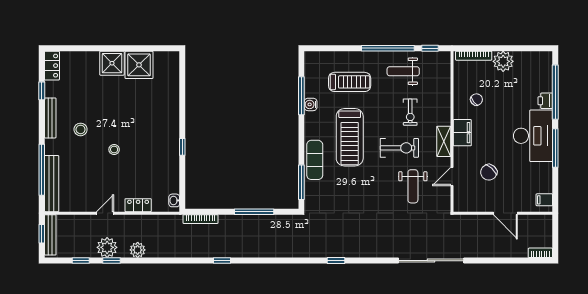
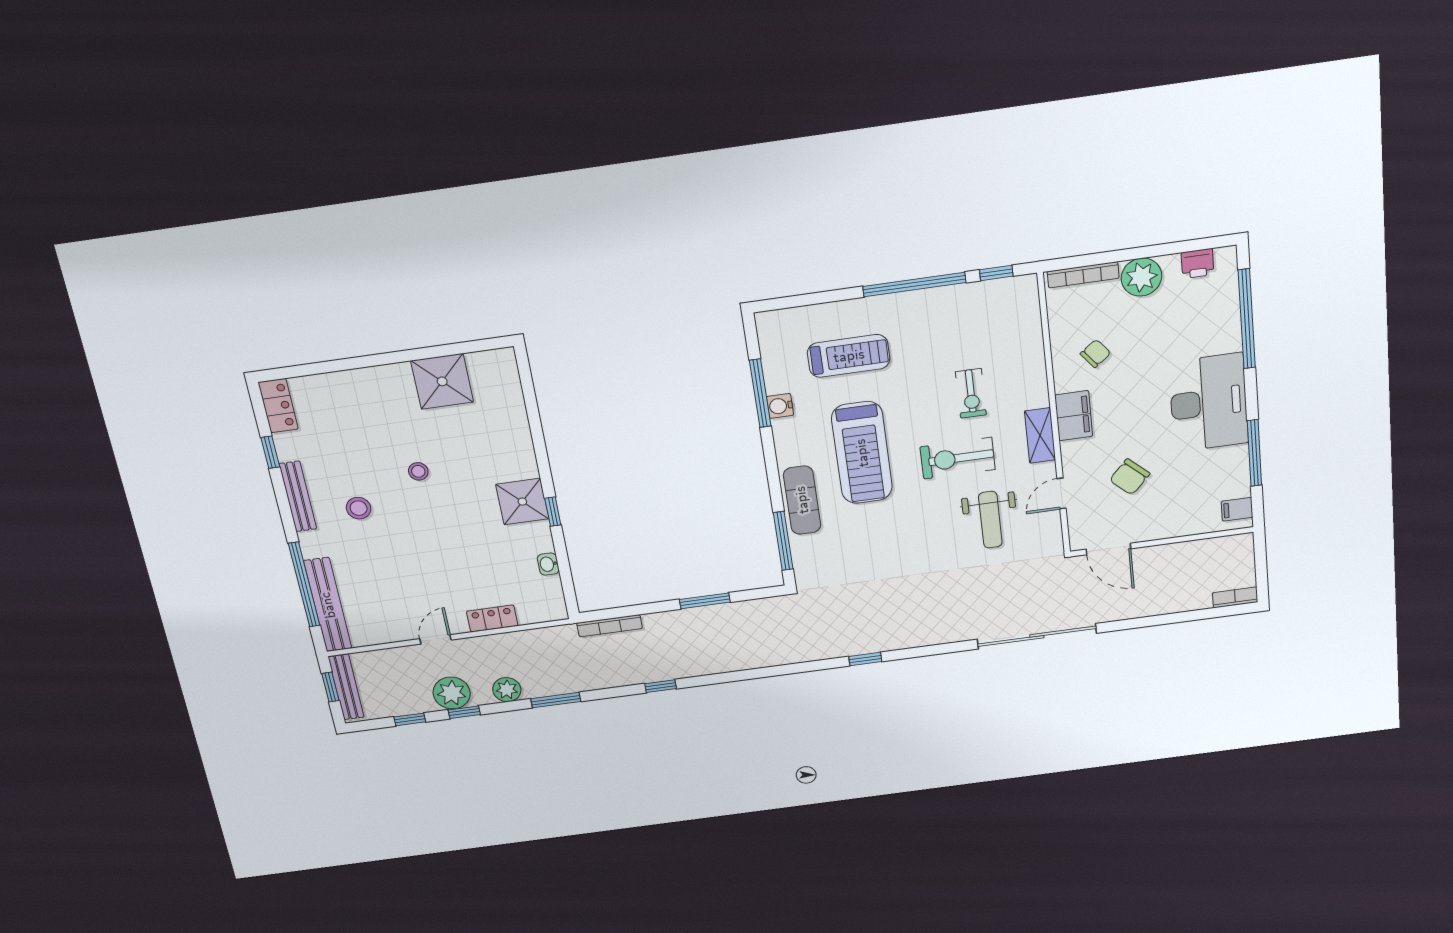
shower: (112, 63) -> (522, 502), moved
weight bench: (403, 71) -> (949, 322), removed
printer: (545, 101) -> (1198, 264), moved, turned -90
exercise bike: (399, 148) -> (958, 458), turned 180
window: (555, 148) -> (1254, 453), moved
stool: (114, 149) -> (418, 471), moved
washbasin: (174, 200) -> (548, 564), moved
window: (254, 212) -> (705, 601), width x0.69
door: (505, 213) -> (1108, 549), moved
window: (163, 261) -> (556, 700), added

